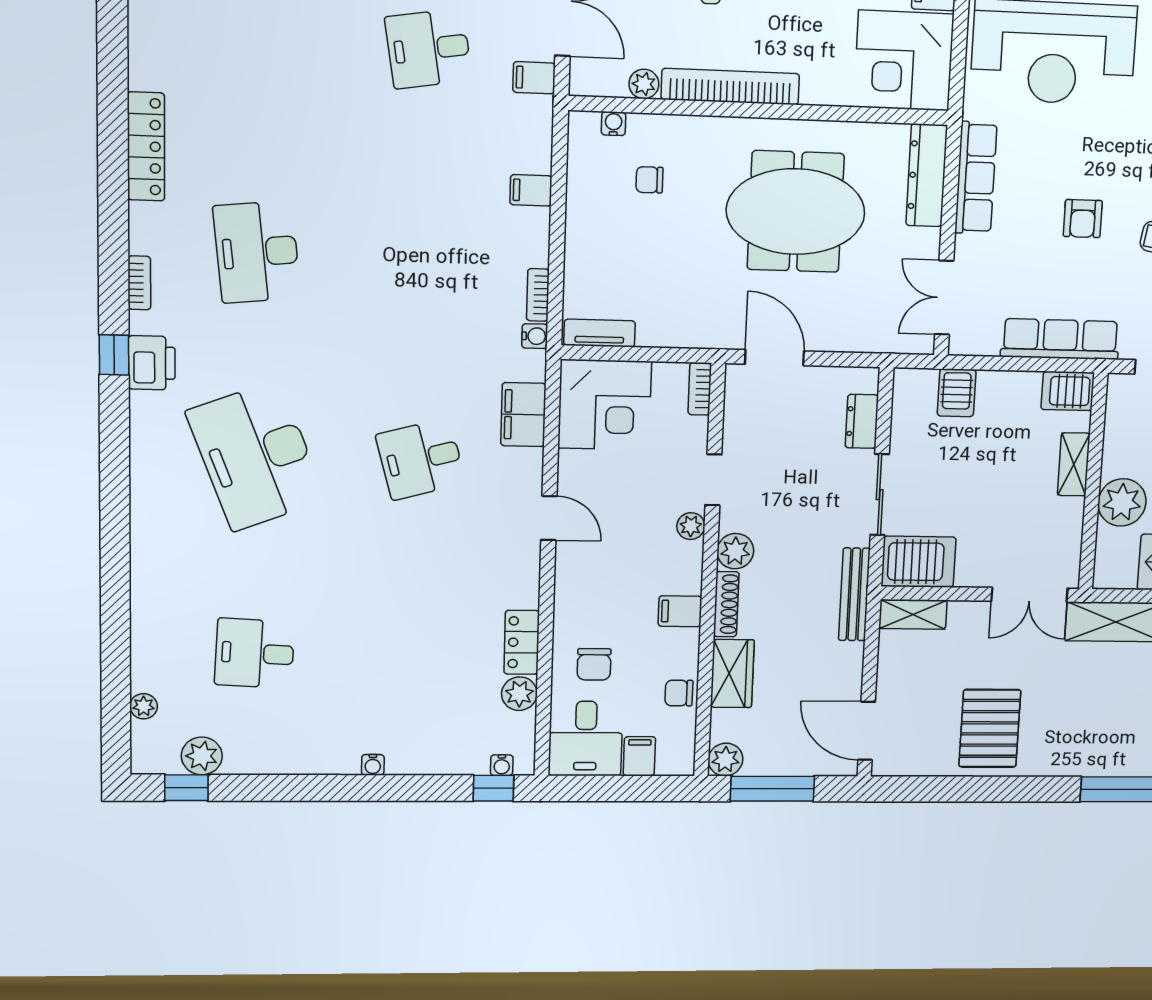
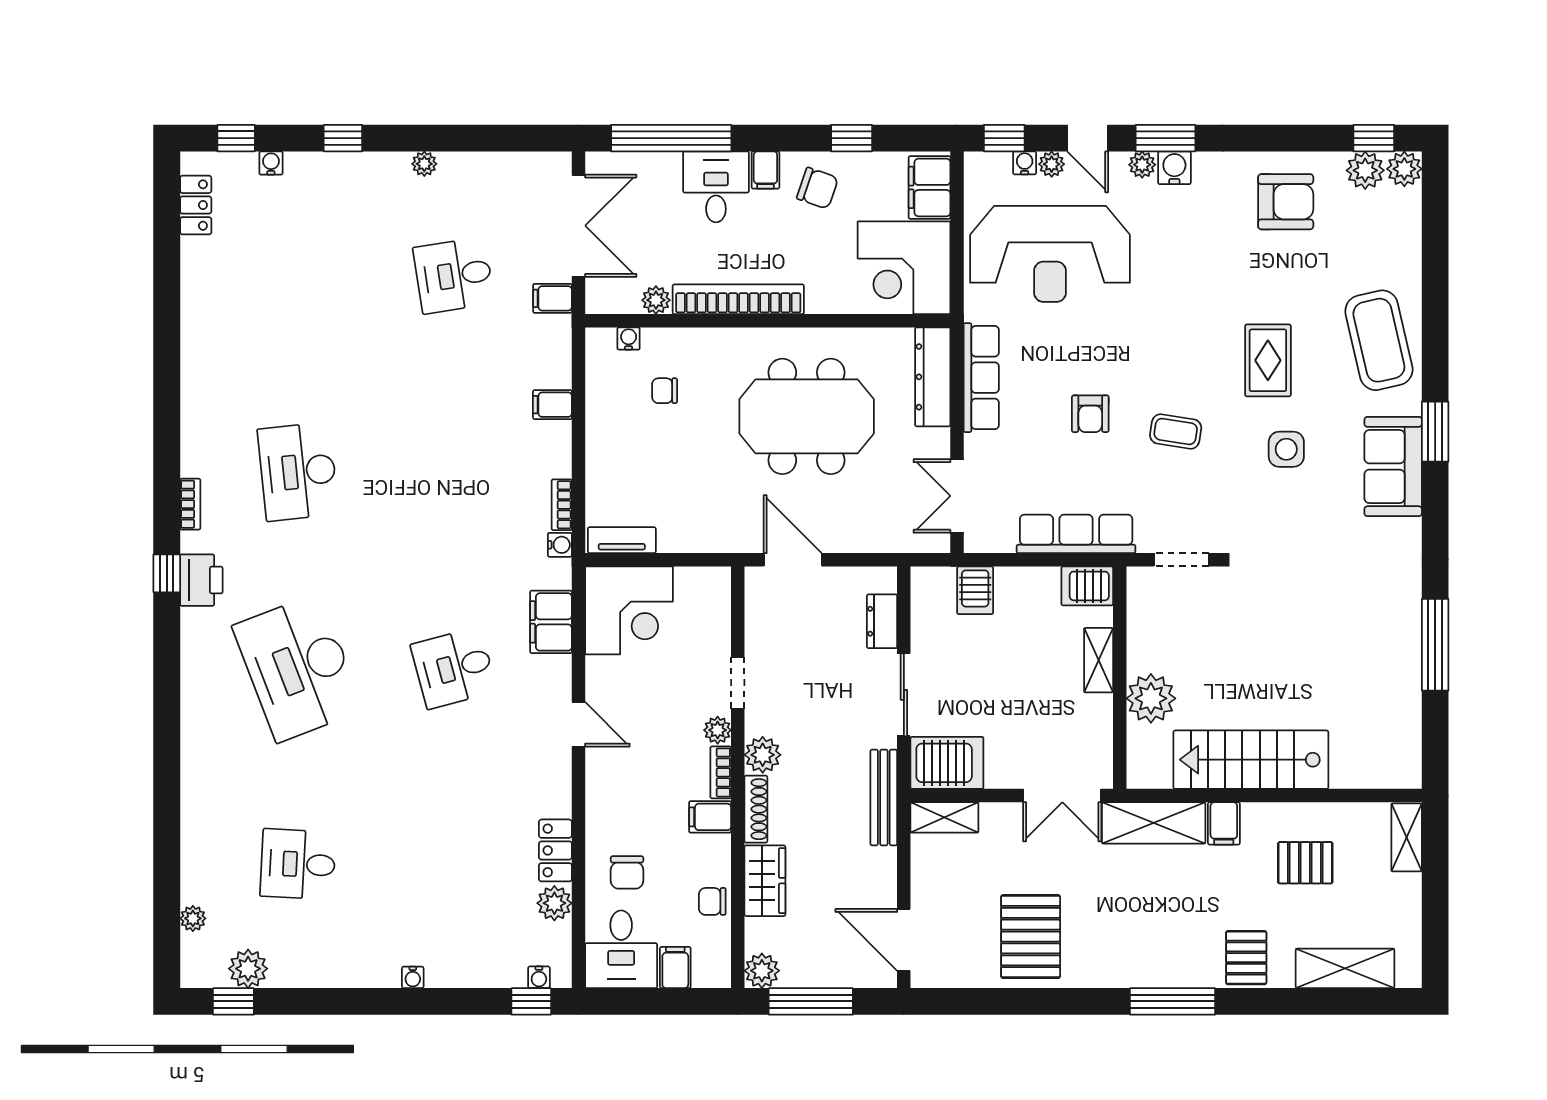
locker: (146, 146) -> (197, 376), removed
bookcase: (700, 389) -> (721, 772), moved

